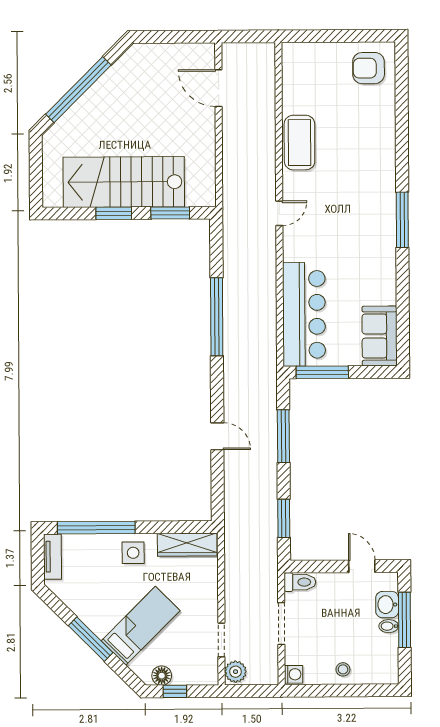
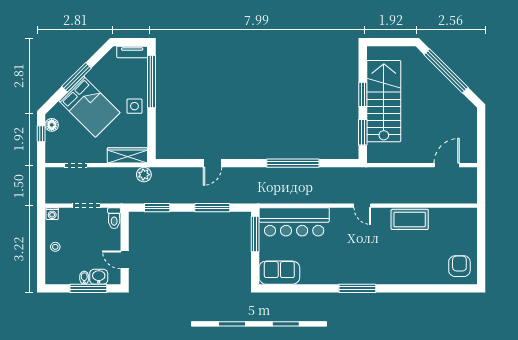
wardrobe: (187, 545) -> (127, 155), moved, turned 90
door: (362, 566) -> (125, 260), swing flipped
bed: (141, 626) -> (89, 107), width x1.50
plant: (236, 672) -> (144, 175), moved

